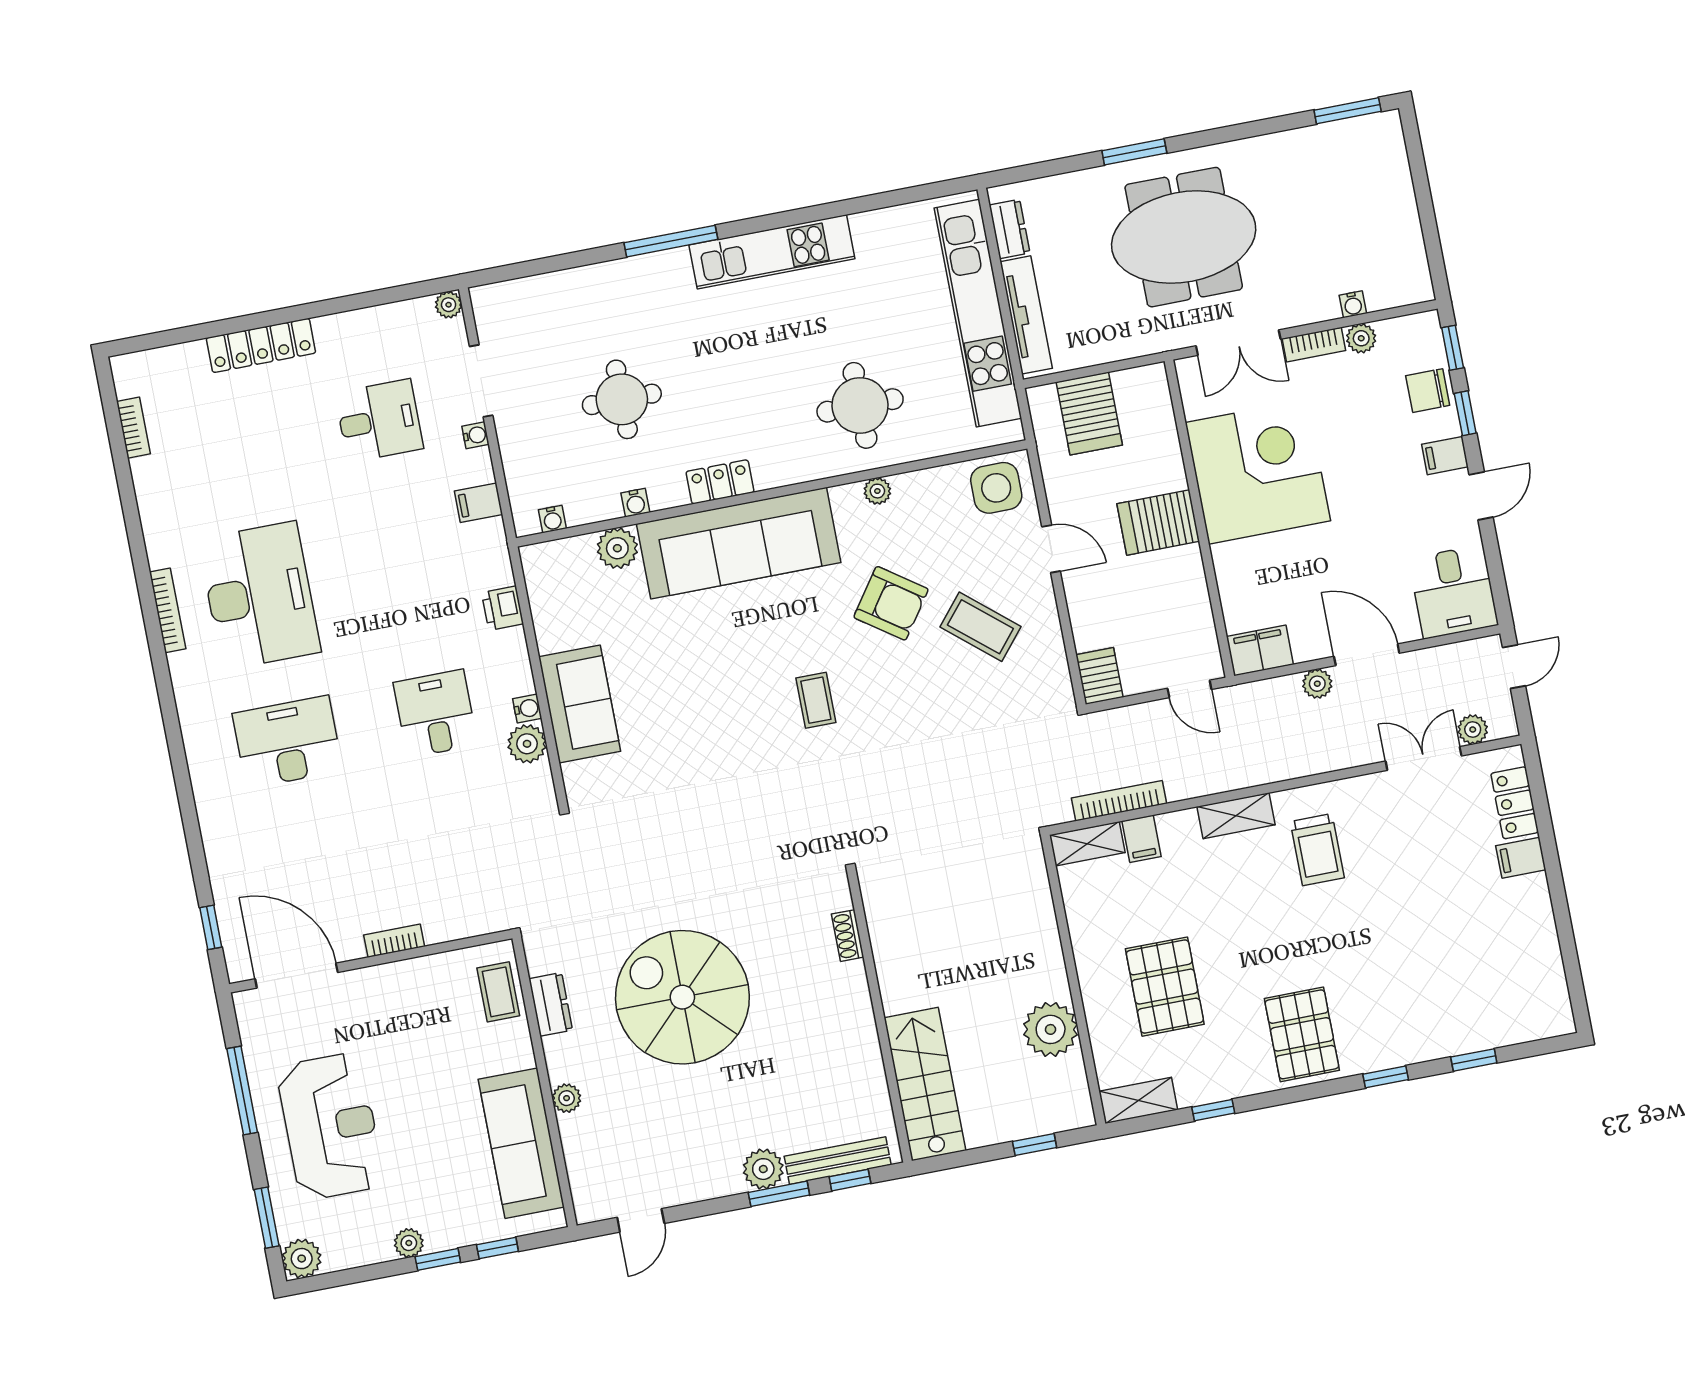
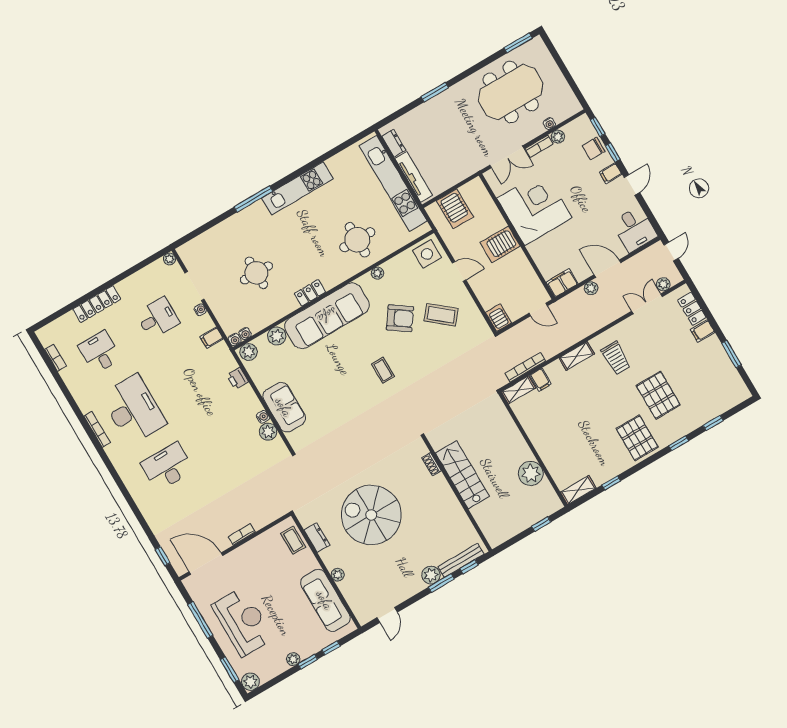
meeting table: (1184, 237) -> (511, 92), moved
water cooler: (635, 503) -> (235, 340), moved
plant: (546, 561) -> (249, 352), added
desk: (436, 714) -> (100, 352), moved
window: (1564, 928) -> (731, 354), added
pallet: (1165, 987) -> (658, 395), moved
stairs: (925, 1084) -> (462, 475), moved

